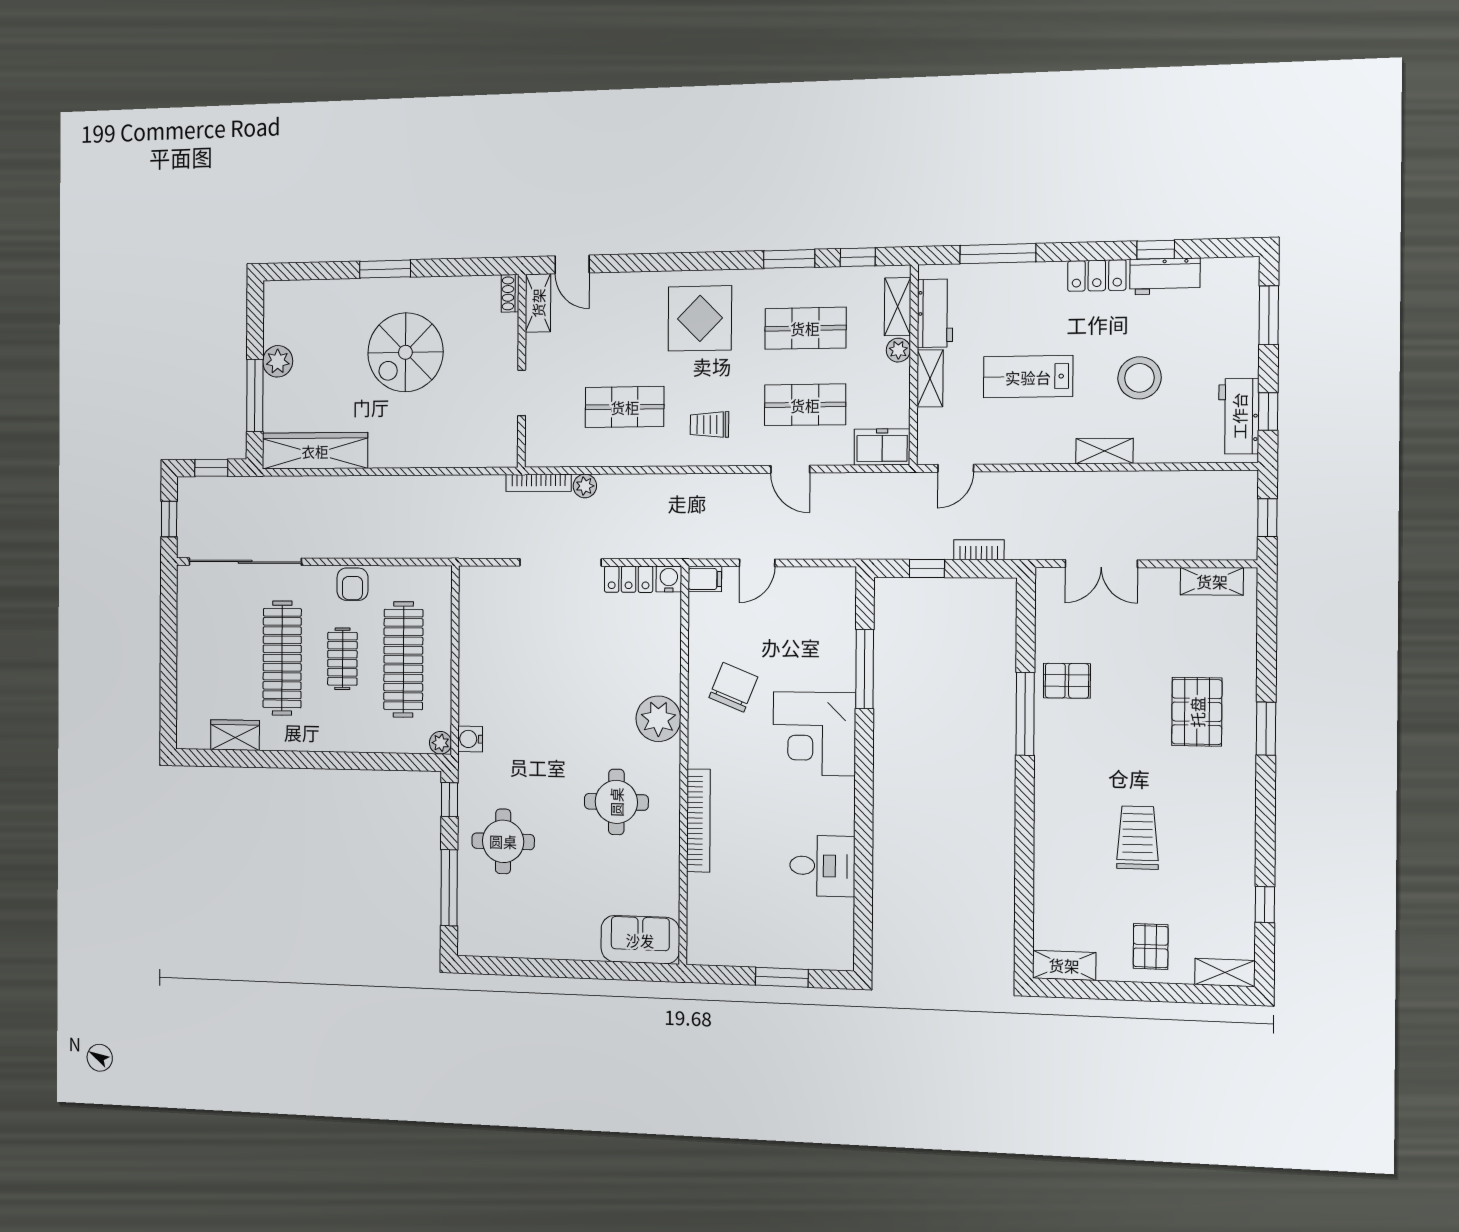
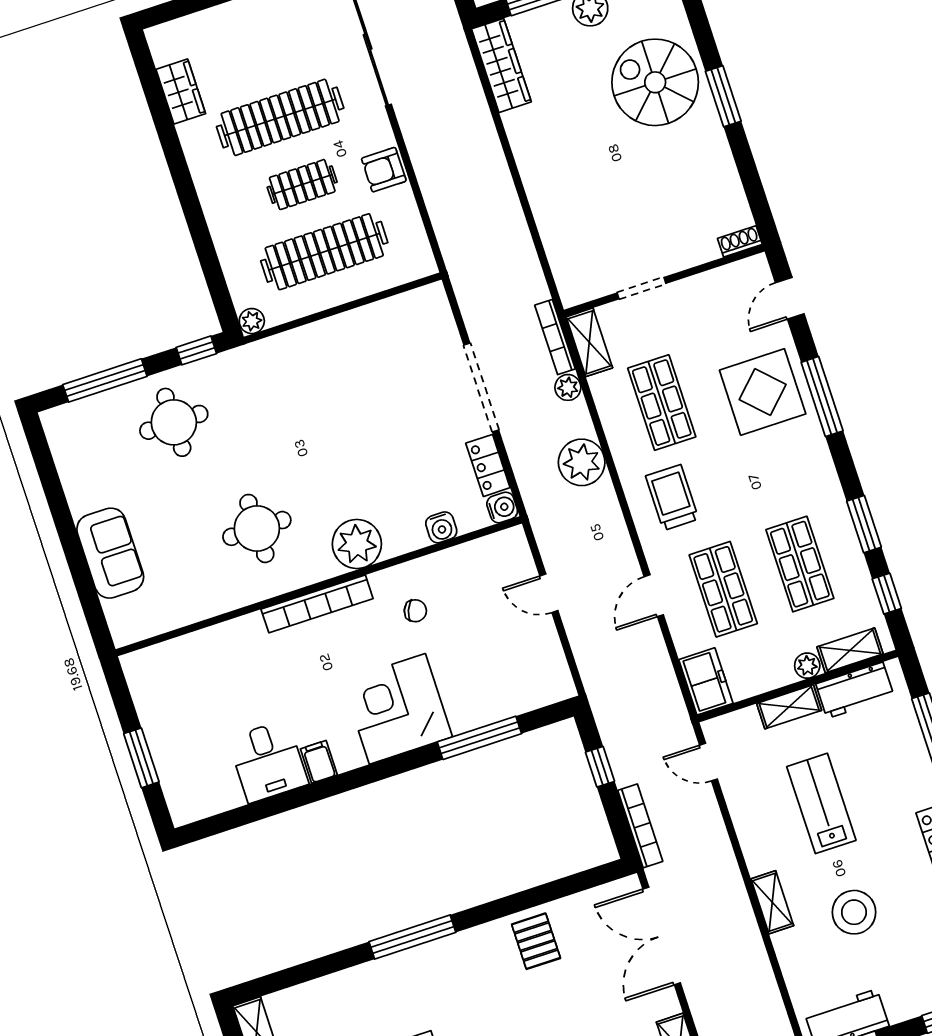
window: (665, 262) -> (822, 397), added
shelving: (538, 303) -> (589, 342), moved, turned 90
display table: (700, 318) -> (763, 392), moved
spiral stairs: (405, 352) -> (655, 82), moved
trolley: (709, 425) -> (672, 497), width x1.36, depth x1.39
wardrobe: (315, 451) -> (501, 65), width x0.71, depth x0.85
plant: (653, 495) -> (582, 462), added
bookcase: (979, 550) -> (640, 826), width x1.56
double door: (1101, 564) -> (662, 936), width x1.37
filing cabinet: (705, 579) -> (319, 762), moved, turned 180
chair: (733, 687) -> (415, 611), width x0.54, depth x0.54
window: (1025, 714) -> (412, 937), moved
water cooler: (470, 739) -> (441, 527), moved, turned 180
bookcase: (698, 821) -> (317, 604), moved
sofa: (640, 940) -> (110, 553), moved

